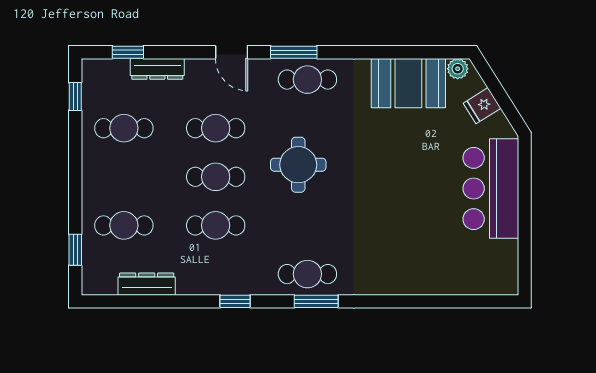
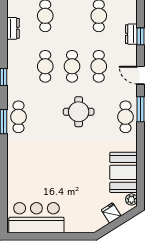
window: (128, 52) -> (141, 36), moved
door: (232, 52) -> (141, 75), hinge flipped
dresser: (157, 69) -> (131, 34), width x0.70
bar counter: (491, 188) -> (36, 218), moved
dresser: (147, 284) -> (13, 28), width x0.70

